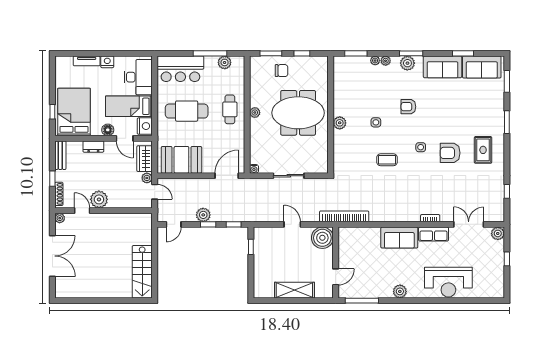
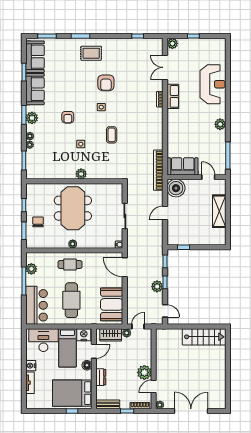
rug: (483, 150) -> (91, 53), moved
sofa: (399, 238) -> (183, 166), moved, turned -90

